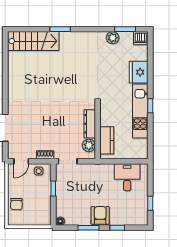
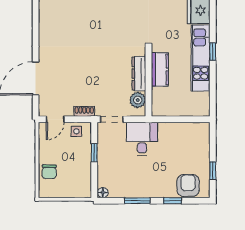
kitchen counter: (107, 140) -> (160, 69), moved
desk: (127, 177) -> (142, 139), moved
armchair: (100, 215) -> (188, 185), moved

